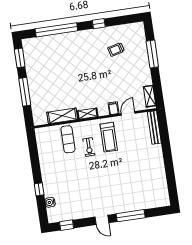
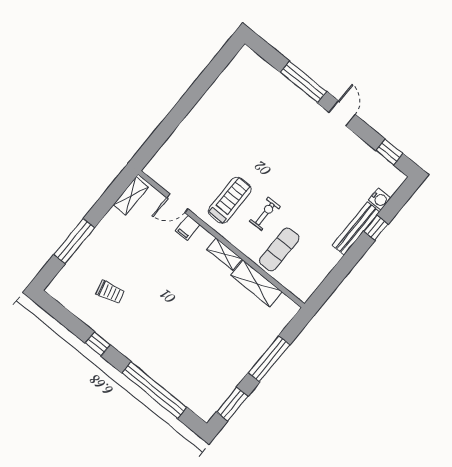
bench: (154, 127) -> (356, 228), moved

